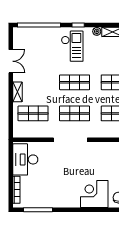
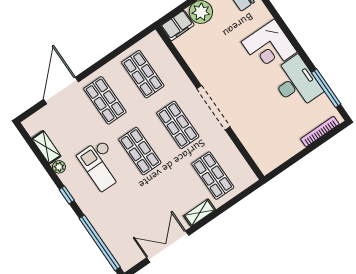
checkout: (72, 46) -> (102, 165), moved, turned -90
double door: (11, 61) -> (168, 247), width x1.37
desk: (25, 159) -> (296, 83), moved, turned -90
corner desk: (94, 194) -> (269, 47), moved

